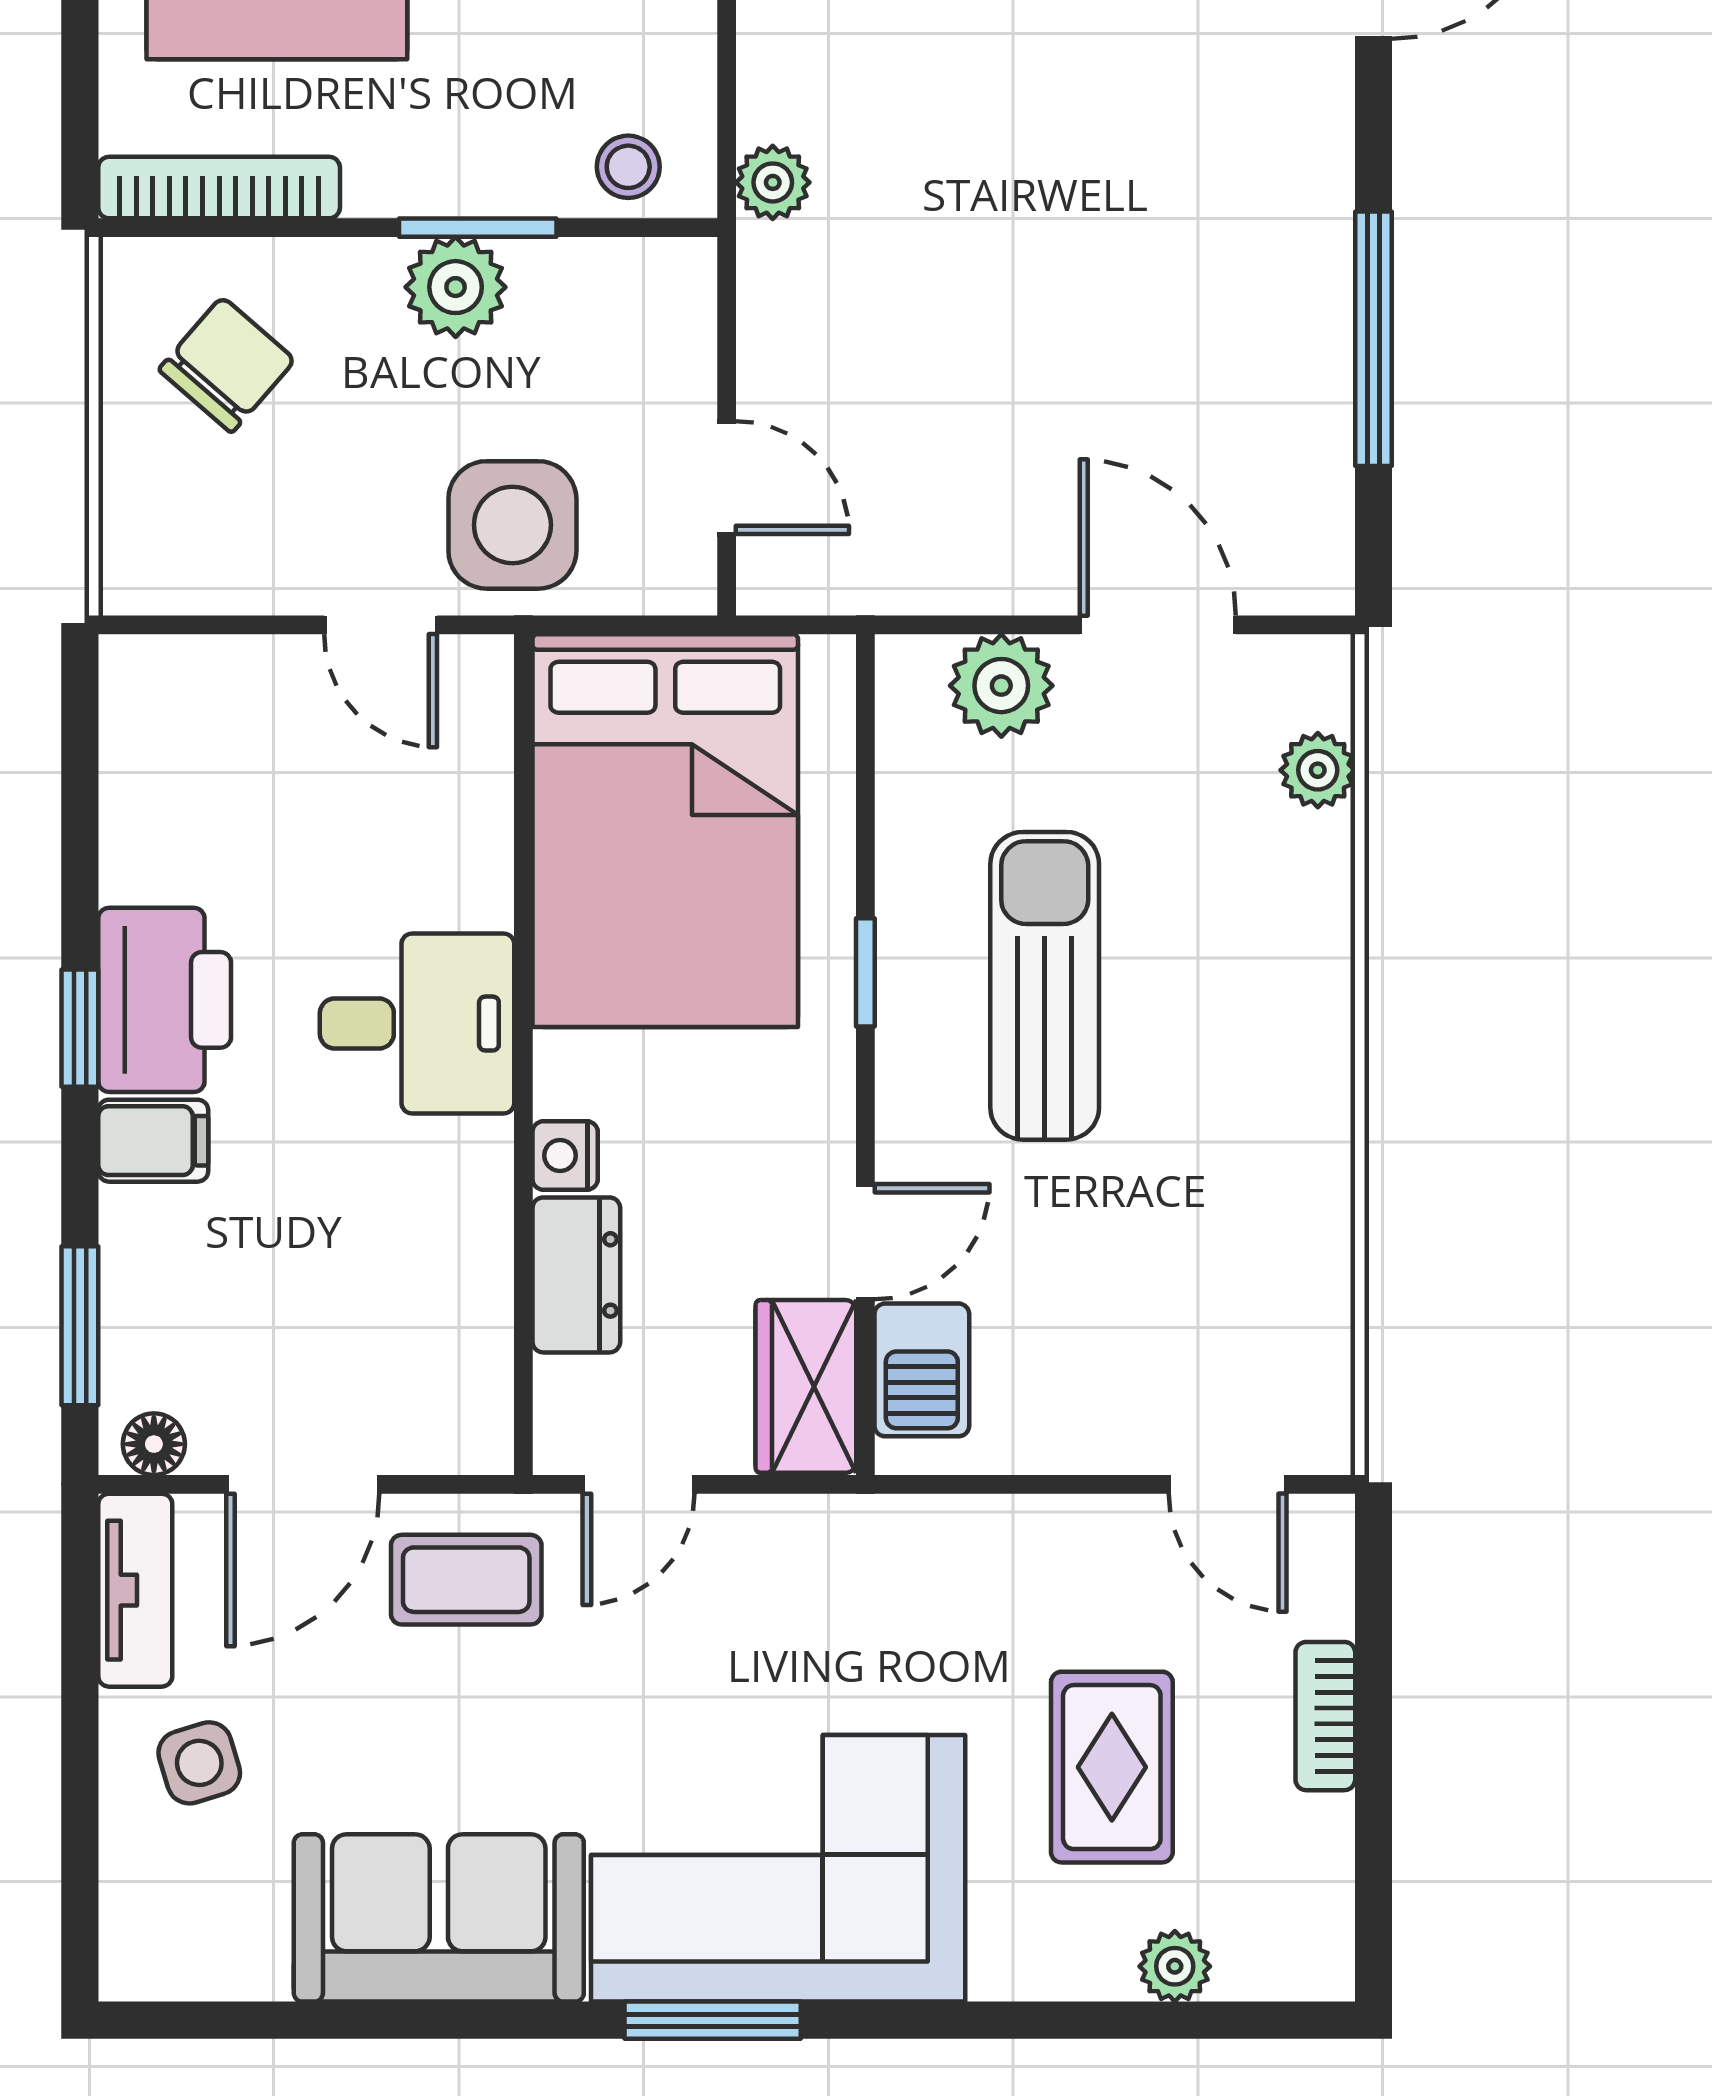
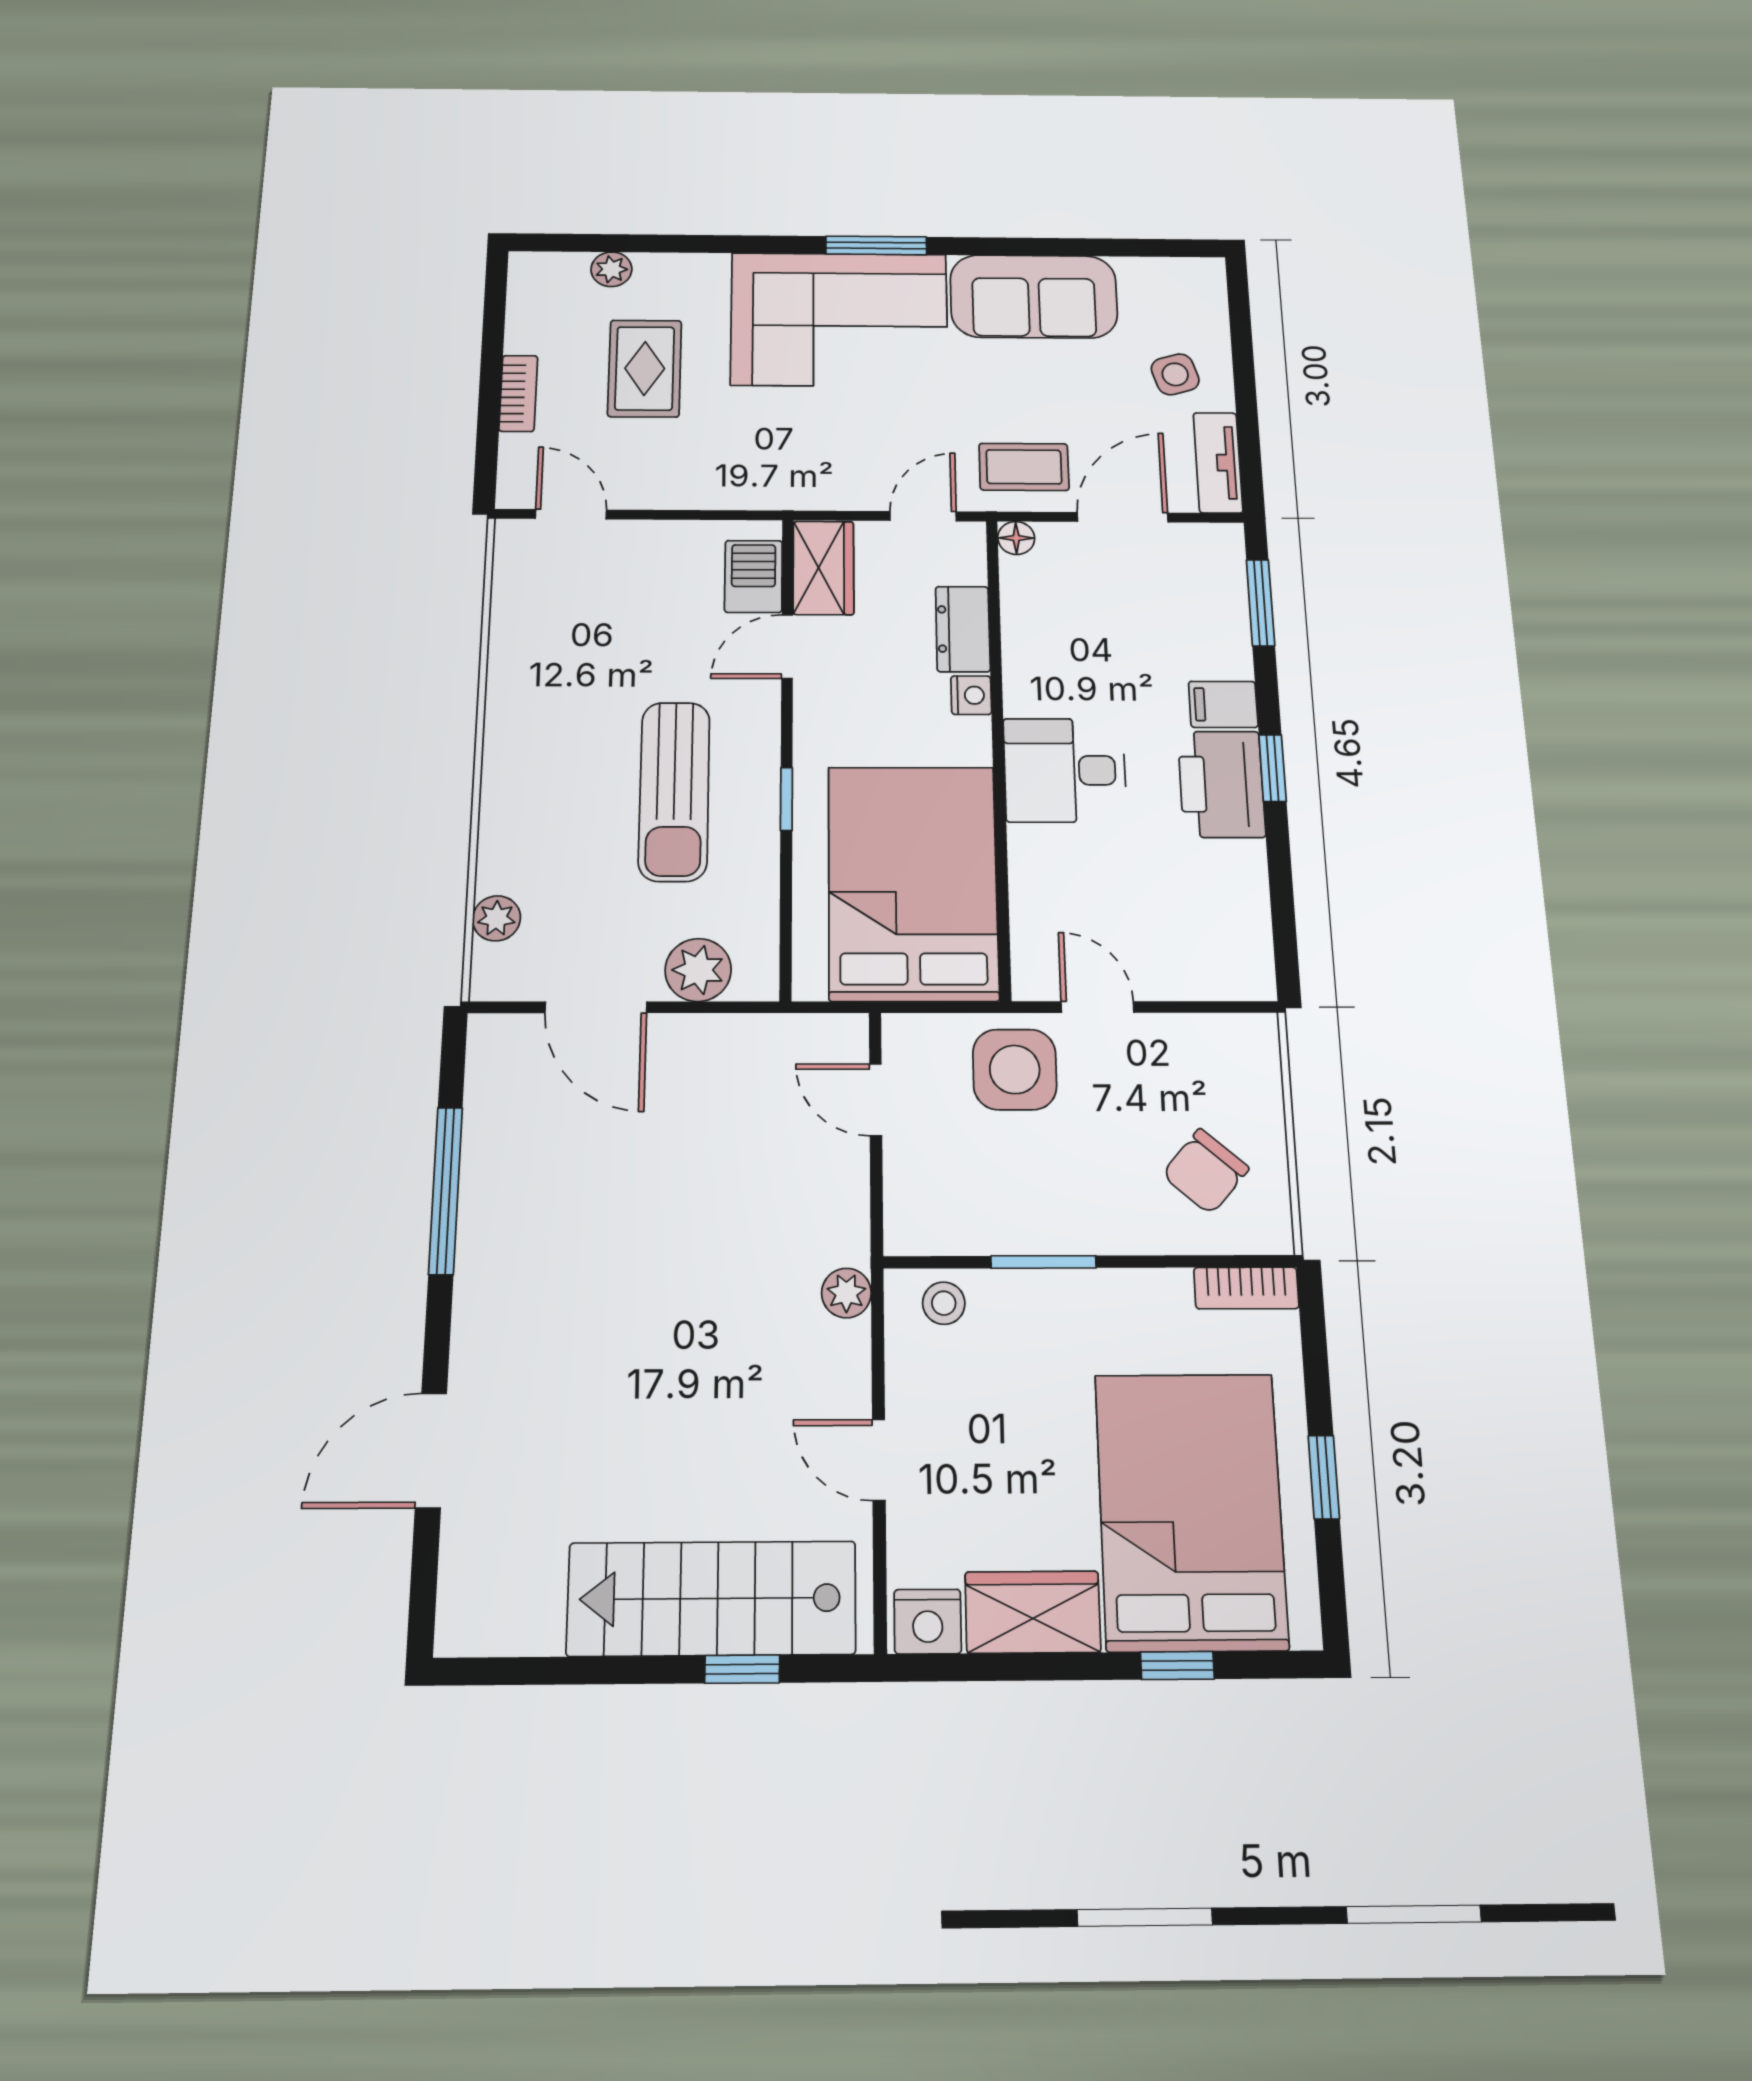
bookcase: (219, 188) -> (1246, 1288), width x0.64
plant: (456, 287) -> (1057, 1223), removed
floor lamp: (154, 1444) -> (1016, 538), moved

